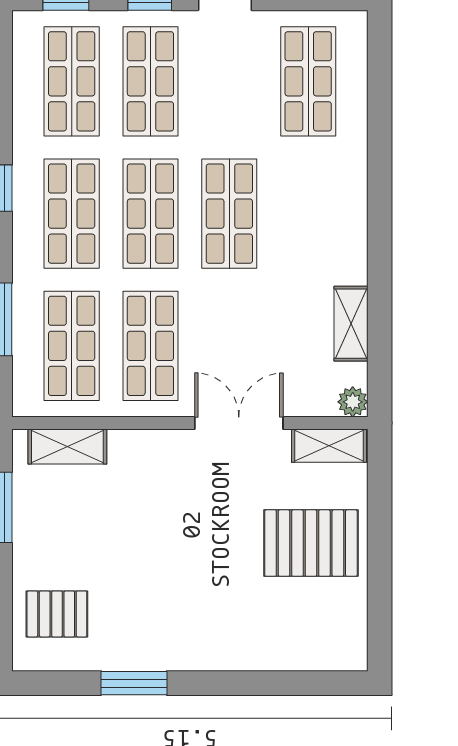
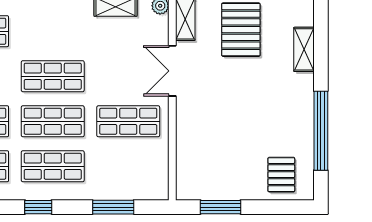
shop shelf: (72, 346) -> (128, 166), removed
shelving: (67, 446) -> (304, 49), moved
window: (134, 683) -> (321, 131), width x2.11

